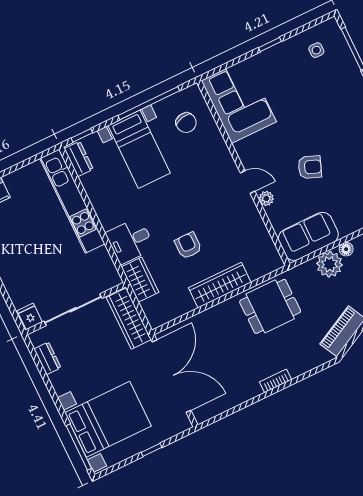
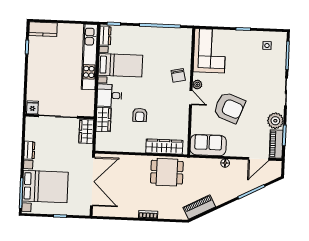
chair: (186, 123) -> (178, 75), moved
bed with nightstands: (139, 149) -> (120, 65), moved, turned -90
armchair: (310, 167) -> (229, 108), width x1.88, depth x1.88
plant: (266, 198) -> (197, 85), moved
armchair: (188, 246) -> (140, 115), turned 180
plant: (329, 264) -> (212, 166), removed
wardrobe: (220, 285) -> (164, 147), moved
wardrobe: (129, 318) -> (86, 132), width x0.67
dresser: (47, 358) -> (29, 150), moved

